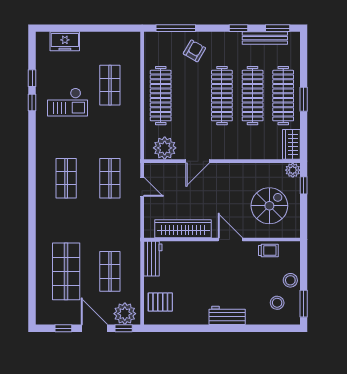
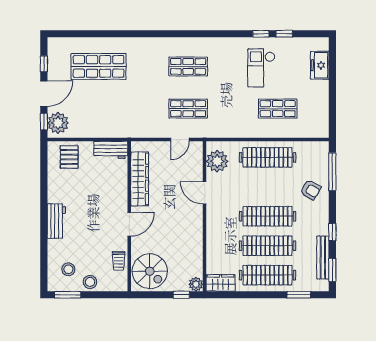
window: (304, 99) -> (299, 295), moved
spiral stairs: (269, 206) -> (150, 271), moved
shop shelf: (110, 271) -> (99, 109), removed

